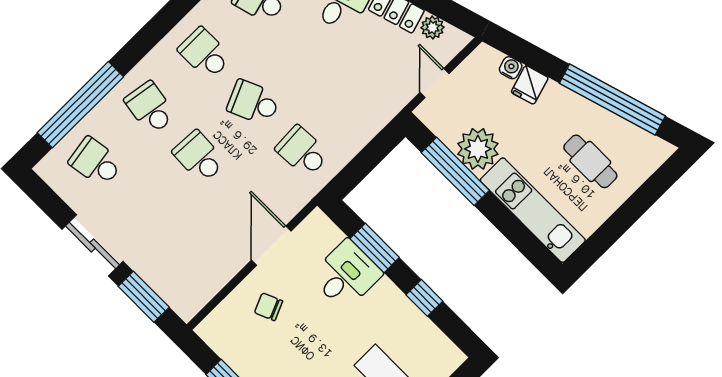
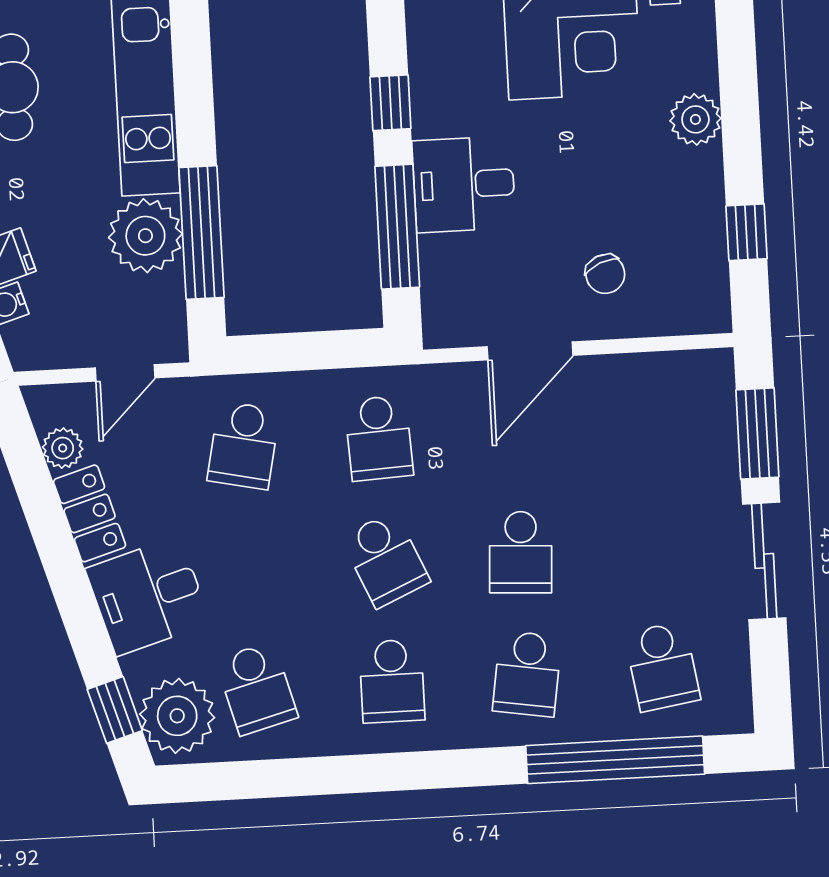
school desk: (357, 97) -> (244, 445), added
window: (375, 248) -> (397, 227), width x1.44
desk: (346, 275) -> (464, 184), moved

